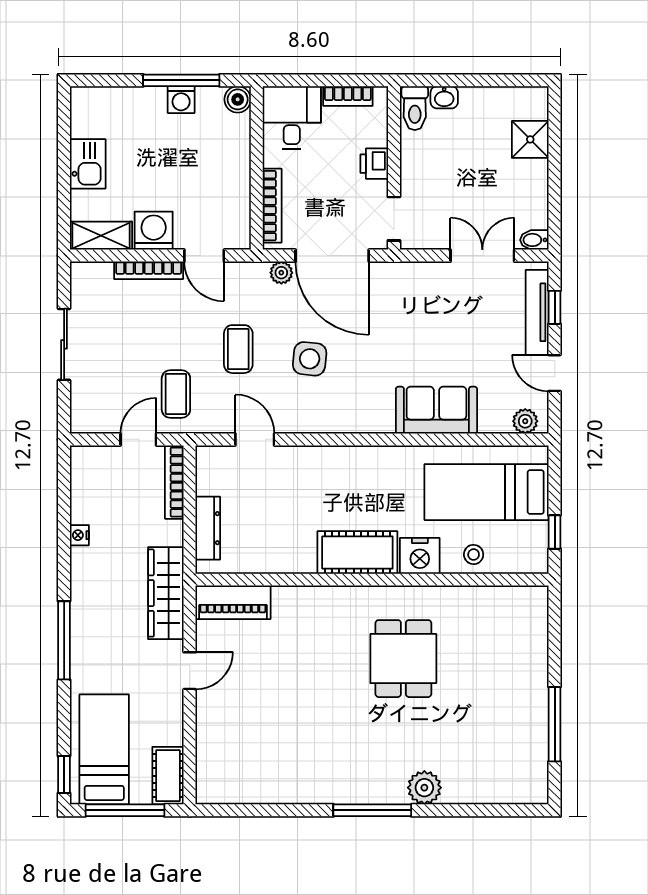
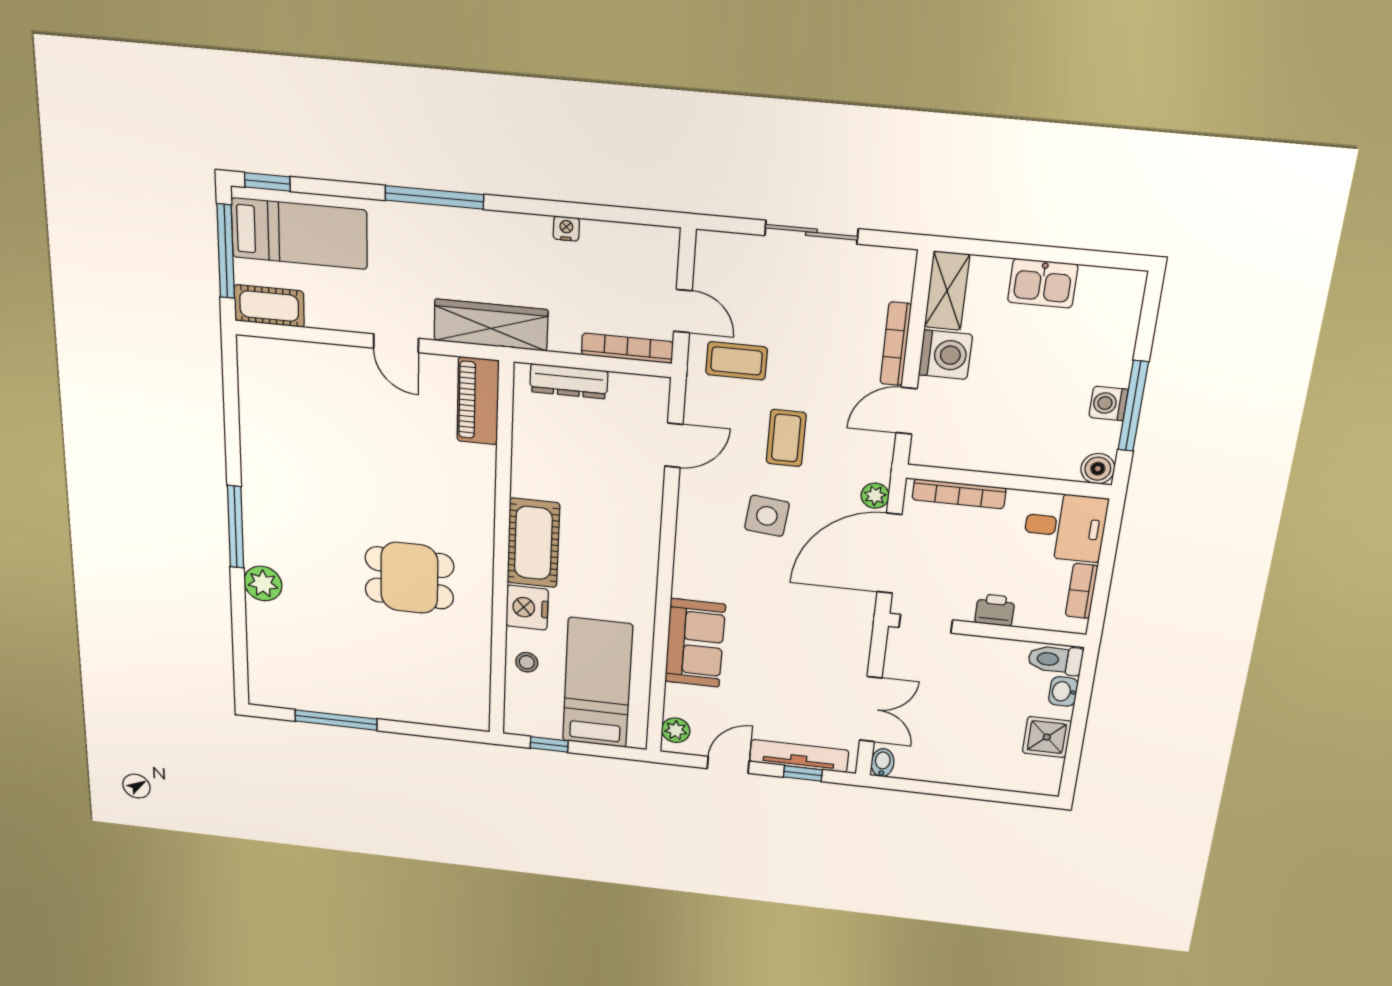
shower: (530, 139) -> (1047, 737), moved
coffee table: (238, 349) -> (786, 438), turned 90

